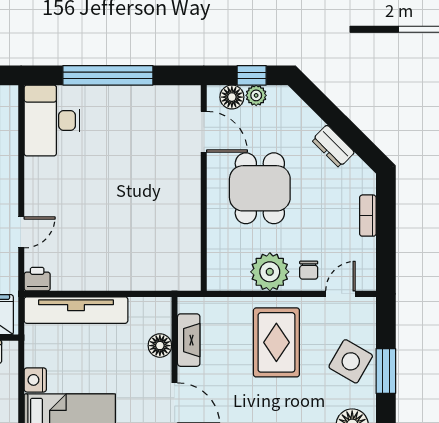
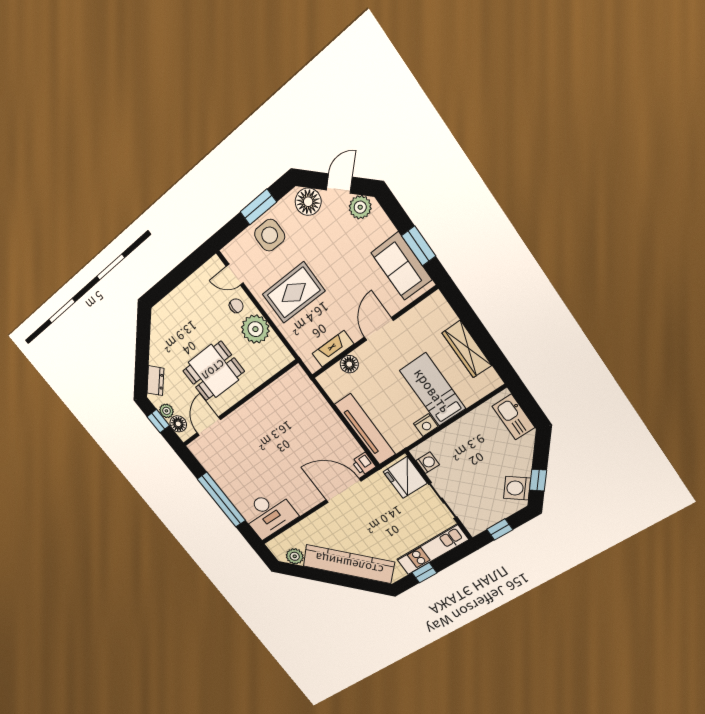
dresser: (333, 146) -> (155, 381), moved
bookcase: (368, 216) -> (178, 294), removed
door: (21, 232) -> (344, 490), width x1.87
side table: (351, 361) -> (270, 235), turned -30

